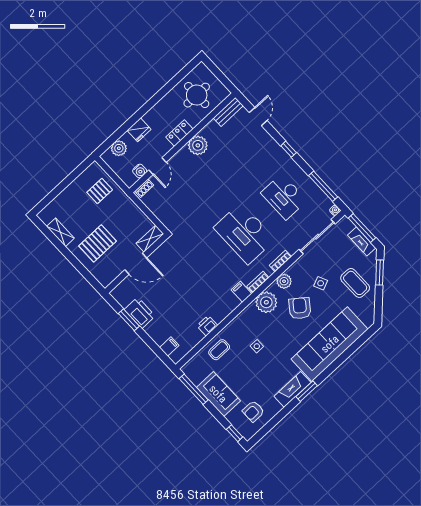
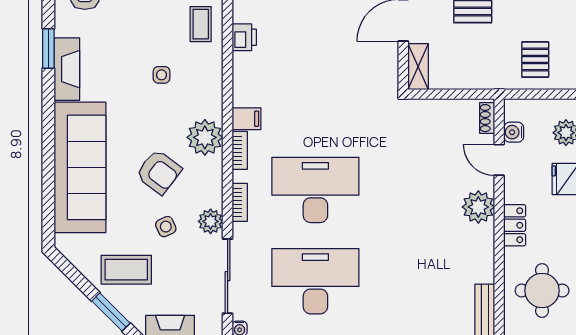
plant: (198, 145) -> (478, 207), moved
desk: (284, 197) -> (315, 281), width x1.36, depth x1.30
plant: (284, 281) -> (211, 221), moved
window: (307, 391) -> (48, 49), moved

